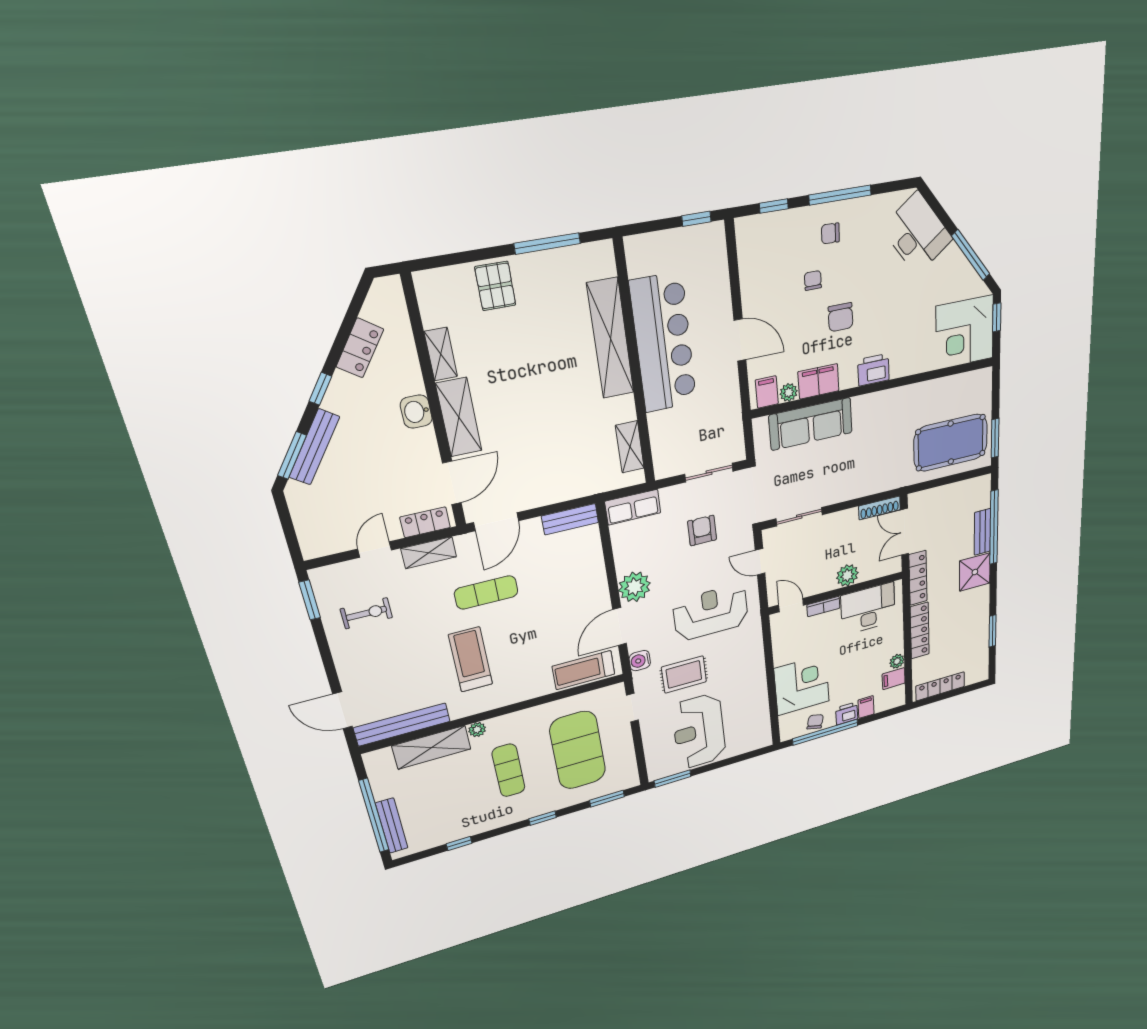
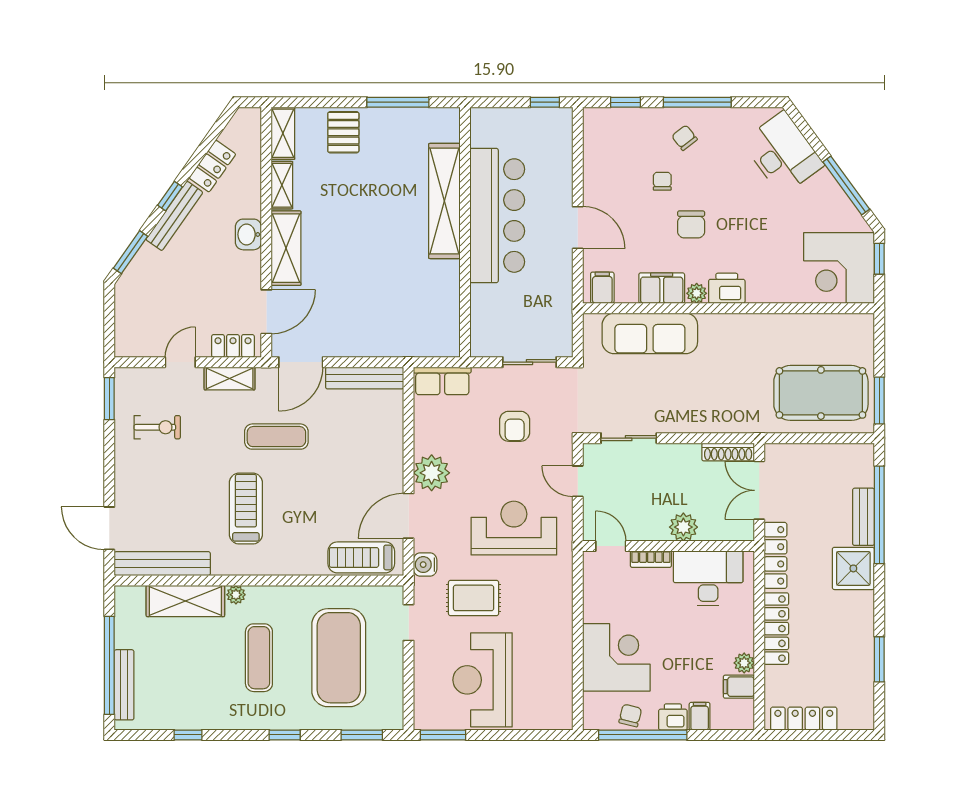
chair: (830, 233) -> (684, 138), turned 50
plant: (789, 392) -> (697, 293), moved
bench: (314, 447) -> (174, 216), moved
shelving: (630, 447) -> (283, 133), moved
bench: (570, 519) -> (365, 378), width x1.36
armchair: (702, 530) -> (515, 426), turned 180

